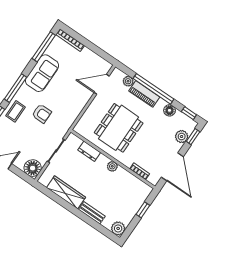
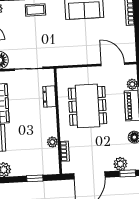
armchair: (42, 114) -> (50, 33), removed
dining table: (119, 128) -> (87, 106), turned 90
plant: (112, 166) -> (52, 142), moved

